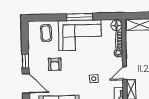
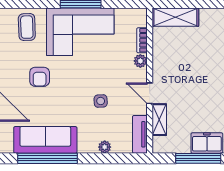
floor lamp: (117, 26) -> (139, 18), removed
door: (125, 73) -> (150, 93), hinge flipped

